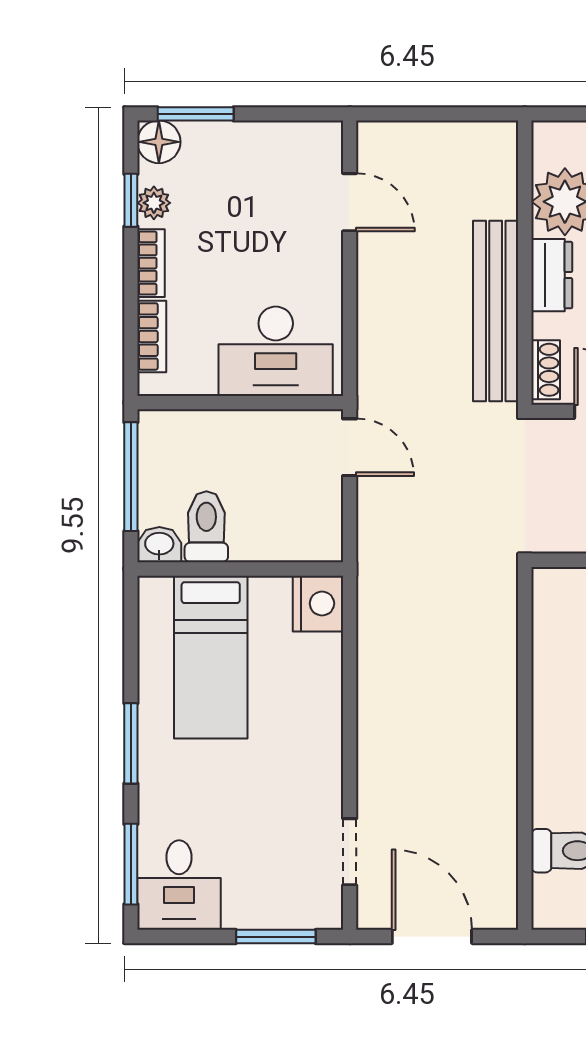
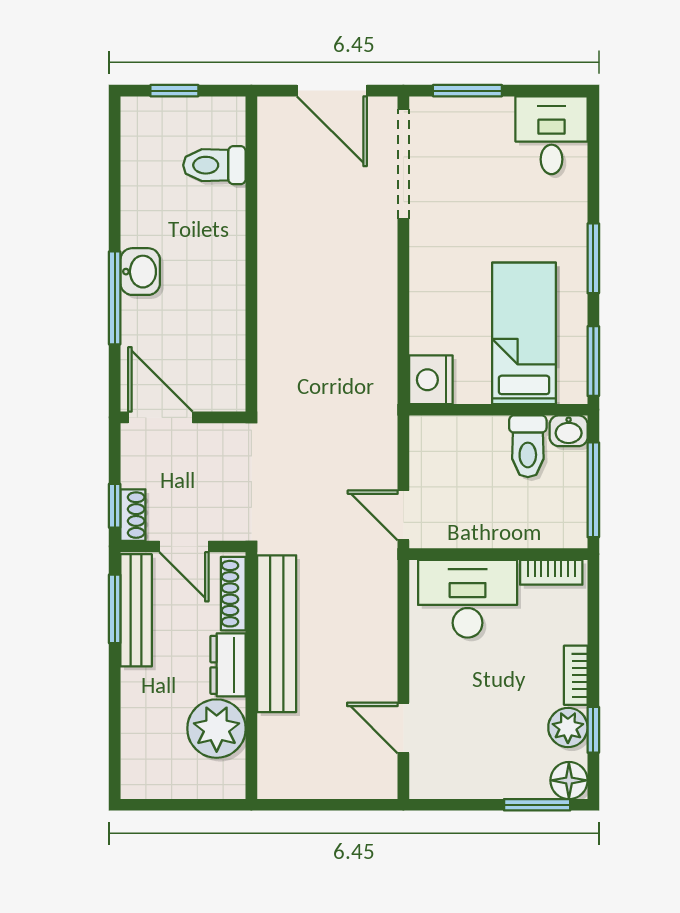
plant: (154, 203) -> (568, 728), width x1.38, depth x1.38
bookcase: (152, 336) -> (551, 572), moved, turned -90
shoe rack: (546, 370) -> (233, 594), width x1.43
doorway: (350, 852) -> (403, 164), width x1.88
window: (131, 864) -> (593, 361), moved

